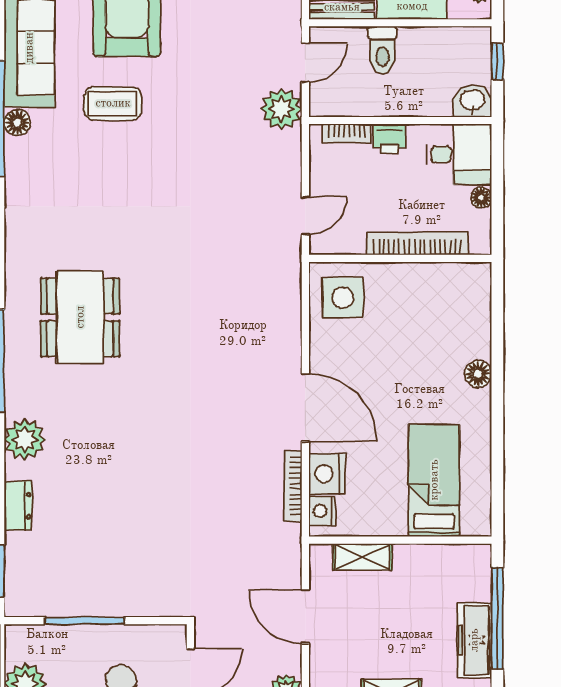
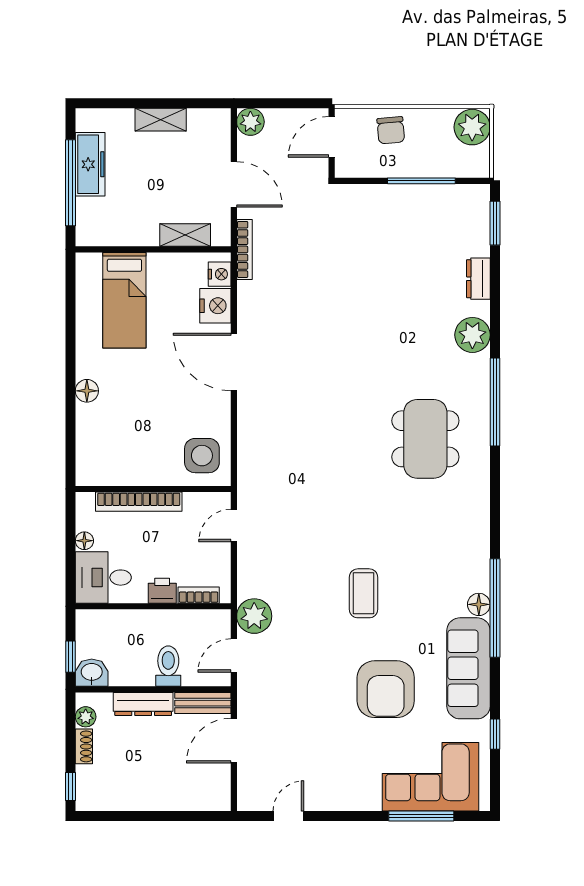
washbasin: (472, 101) -> (92, 673), moved, turned 180
coffee table: (113, 103) -> (364, 593), moved, turned 90
bookcase: (293, 486) -> (244, 249), moved

